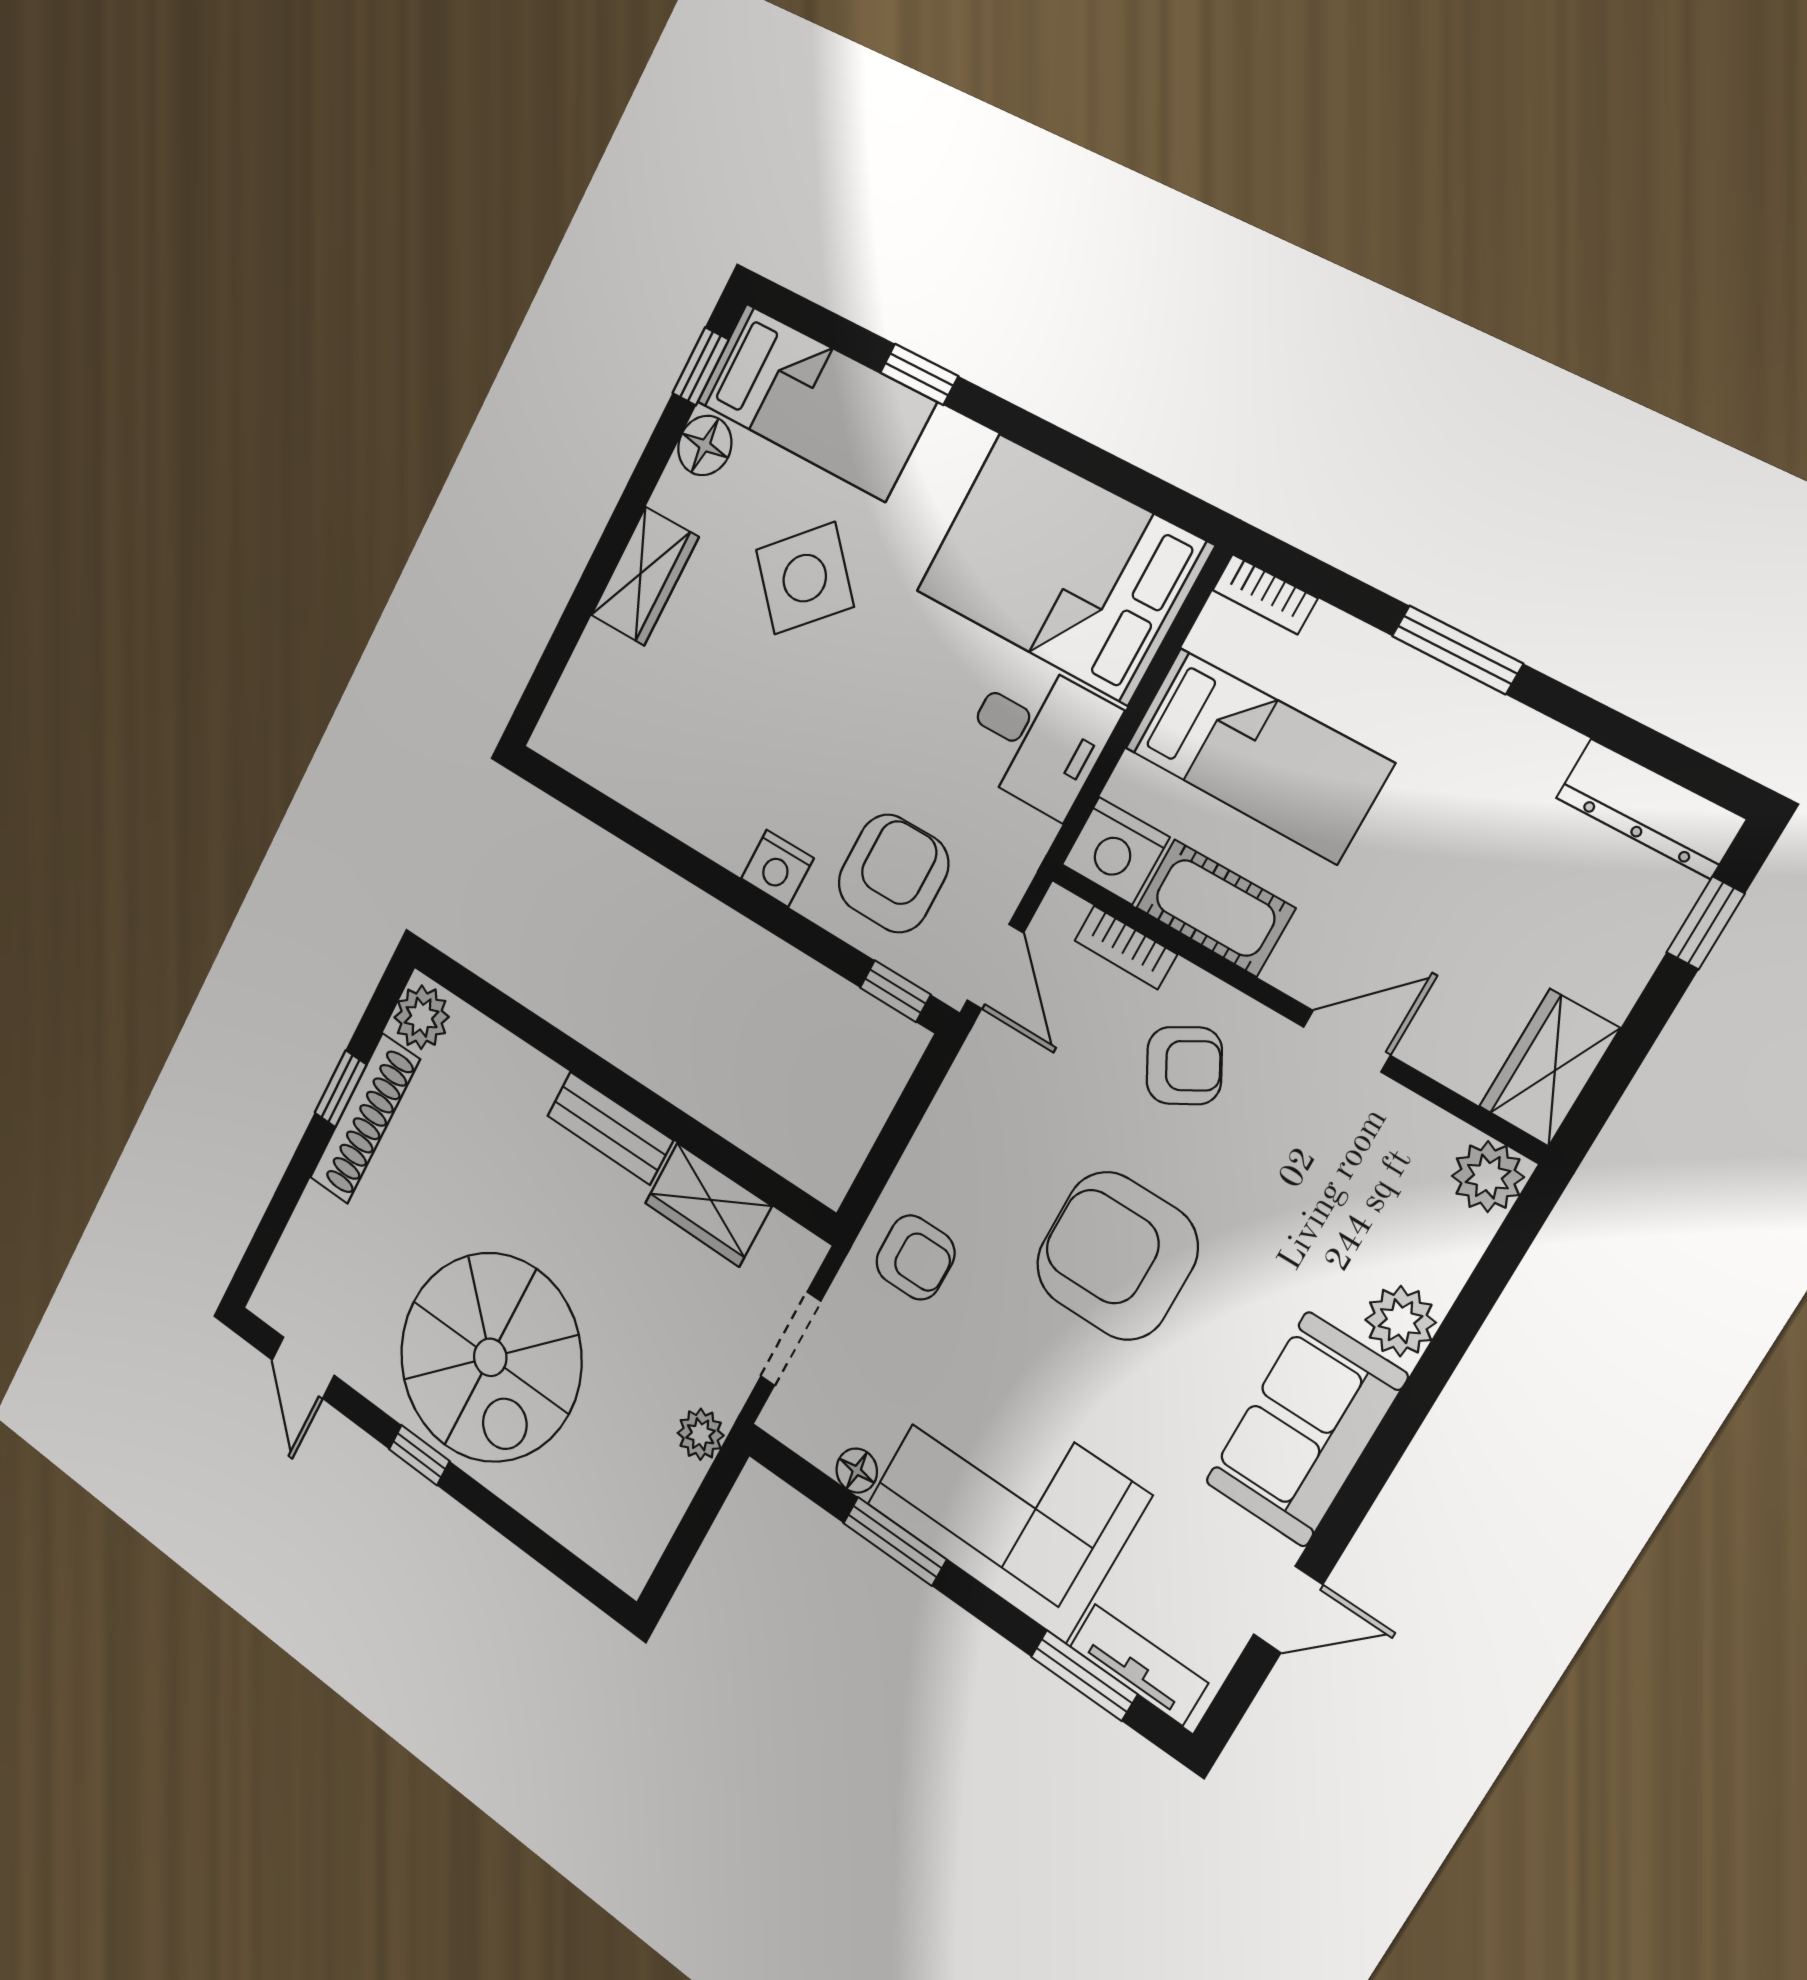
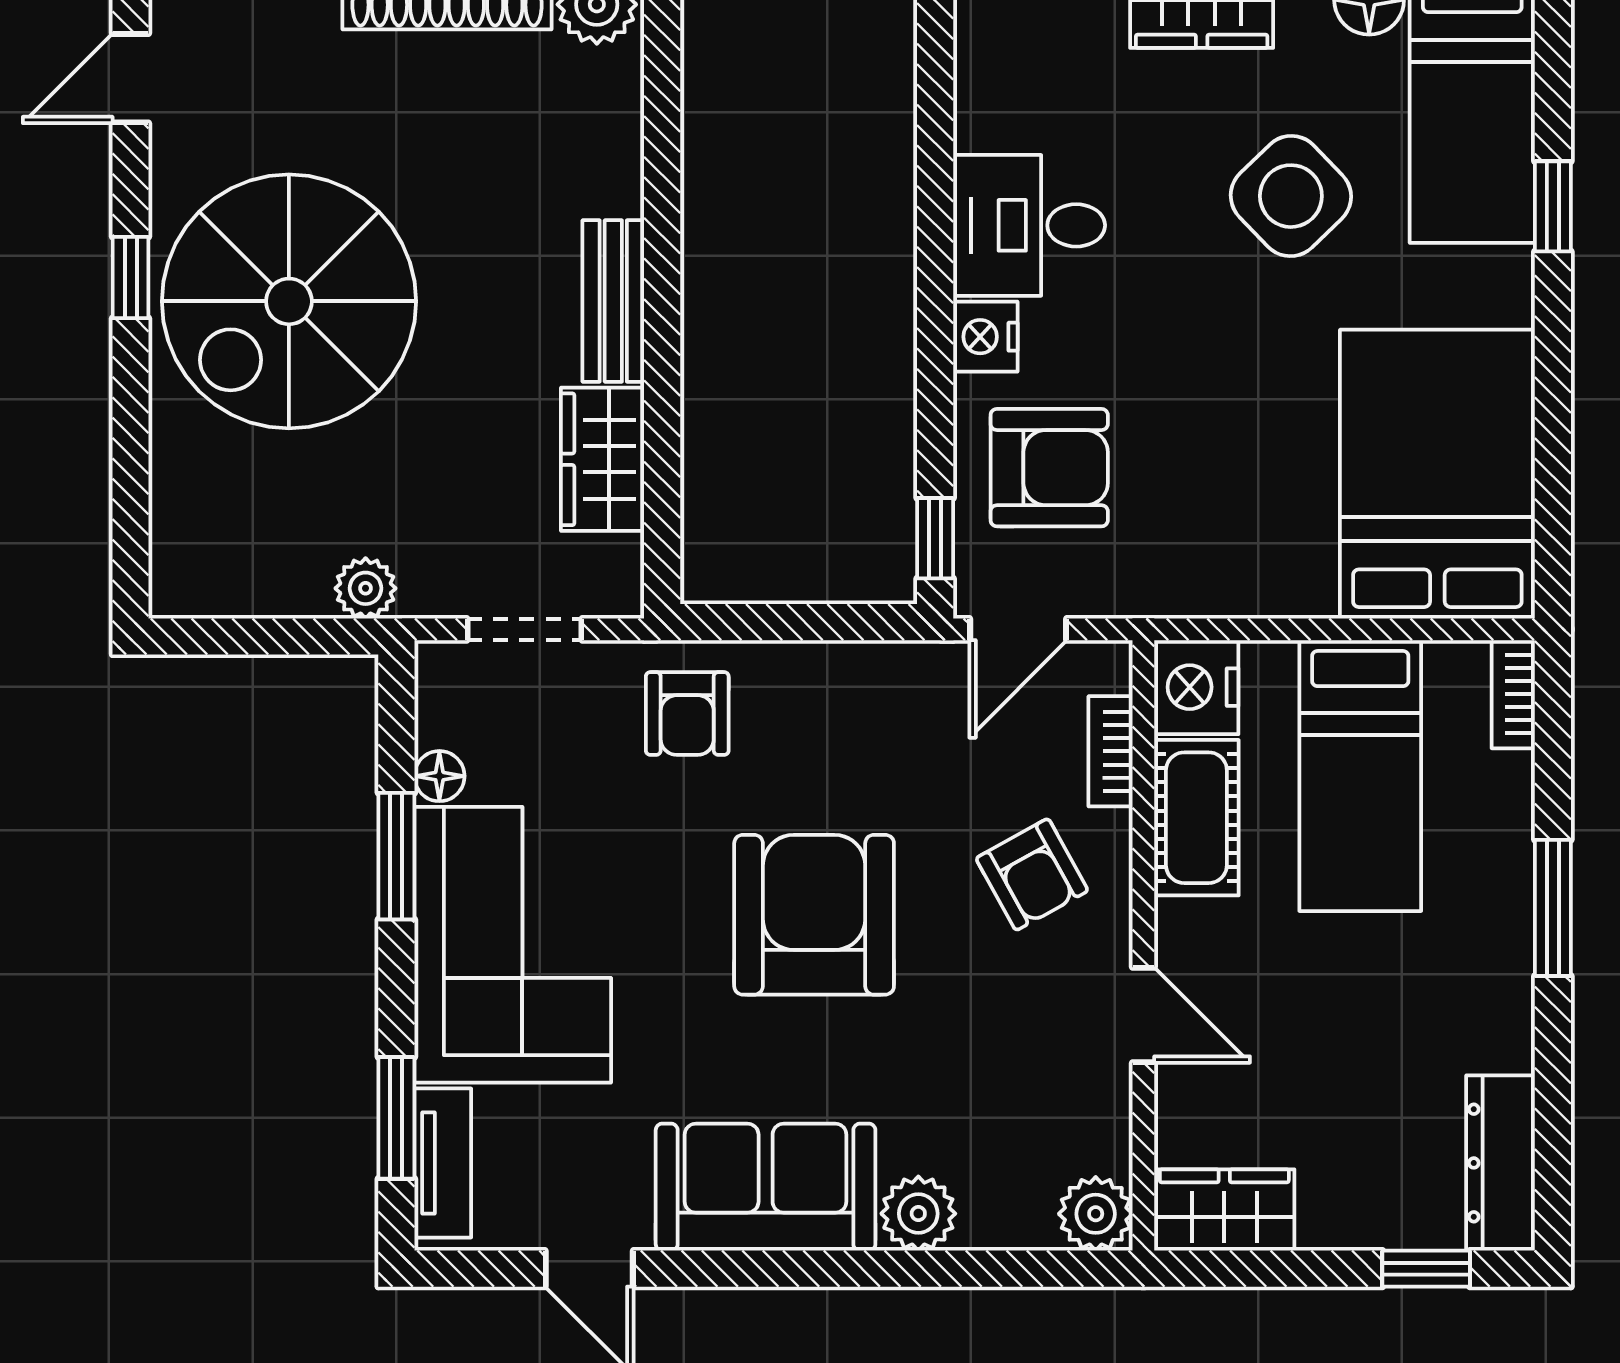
desk: (1038, 736) -> (1029, 225), moved, turned 90

